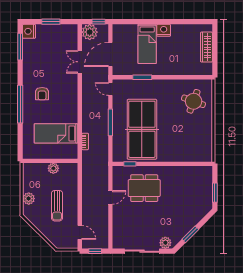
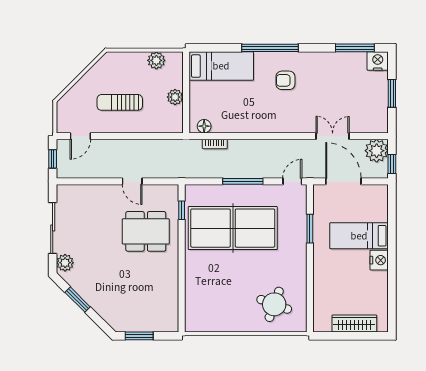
bed: (56, 133) -> (221, 66), moved, turned 90
floor lamp: (73, 149) -> (204, 126), added
dining table: (144, 188) -> (146, 231), turned 90
plant: (29, 199) -> (156, 60), moved

